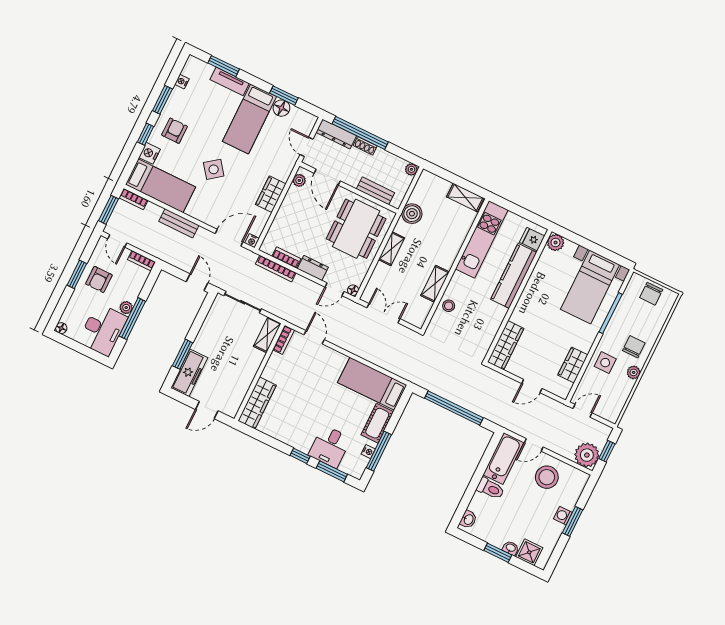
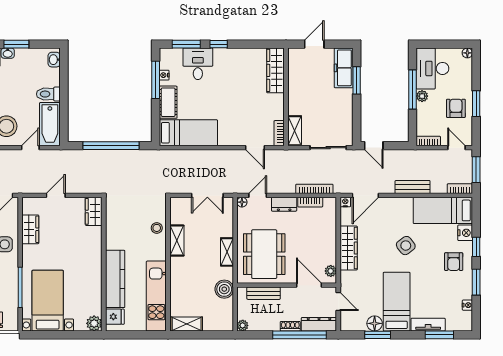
wardrobe: (271, 194) -> (349, 248), width x1.50
wardrobe: (506, 345) -> (94, 211), width x0.67

